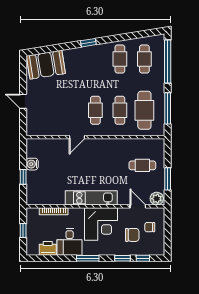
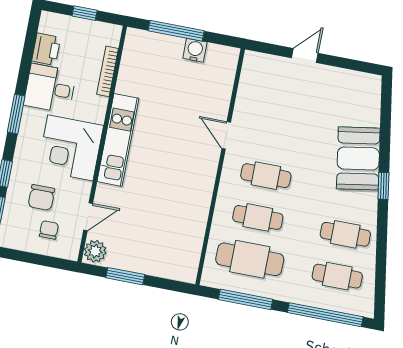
booth: (46, 65) -> (358, 158), moved
cafe table: (142, 165) -> (157, 238), removed
window: (23, 177) -> (176, 31), width x2.17

